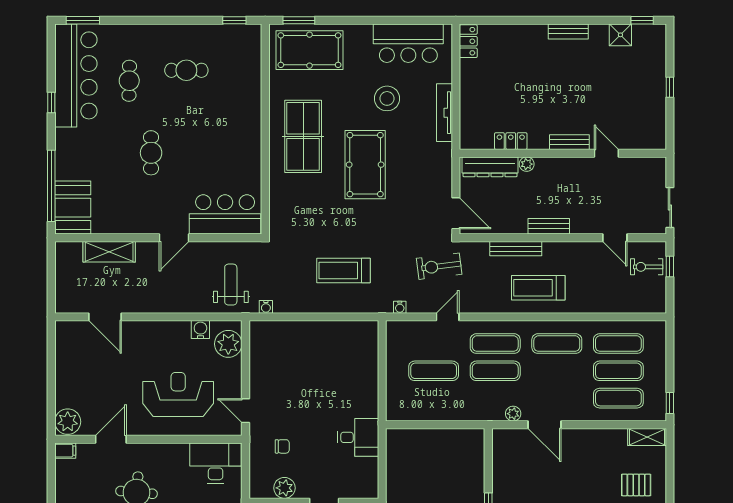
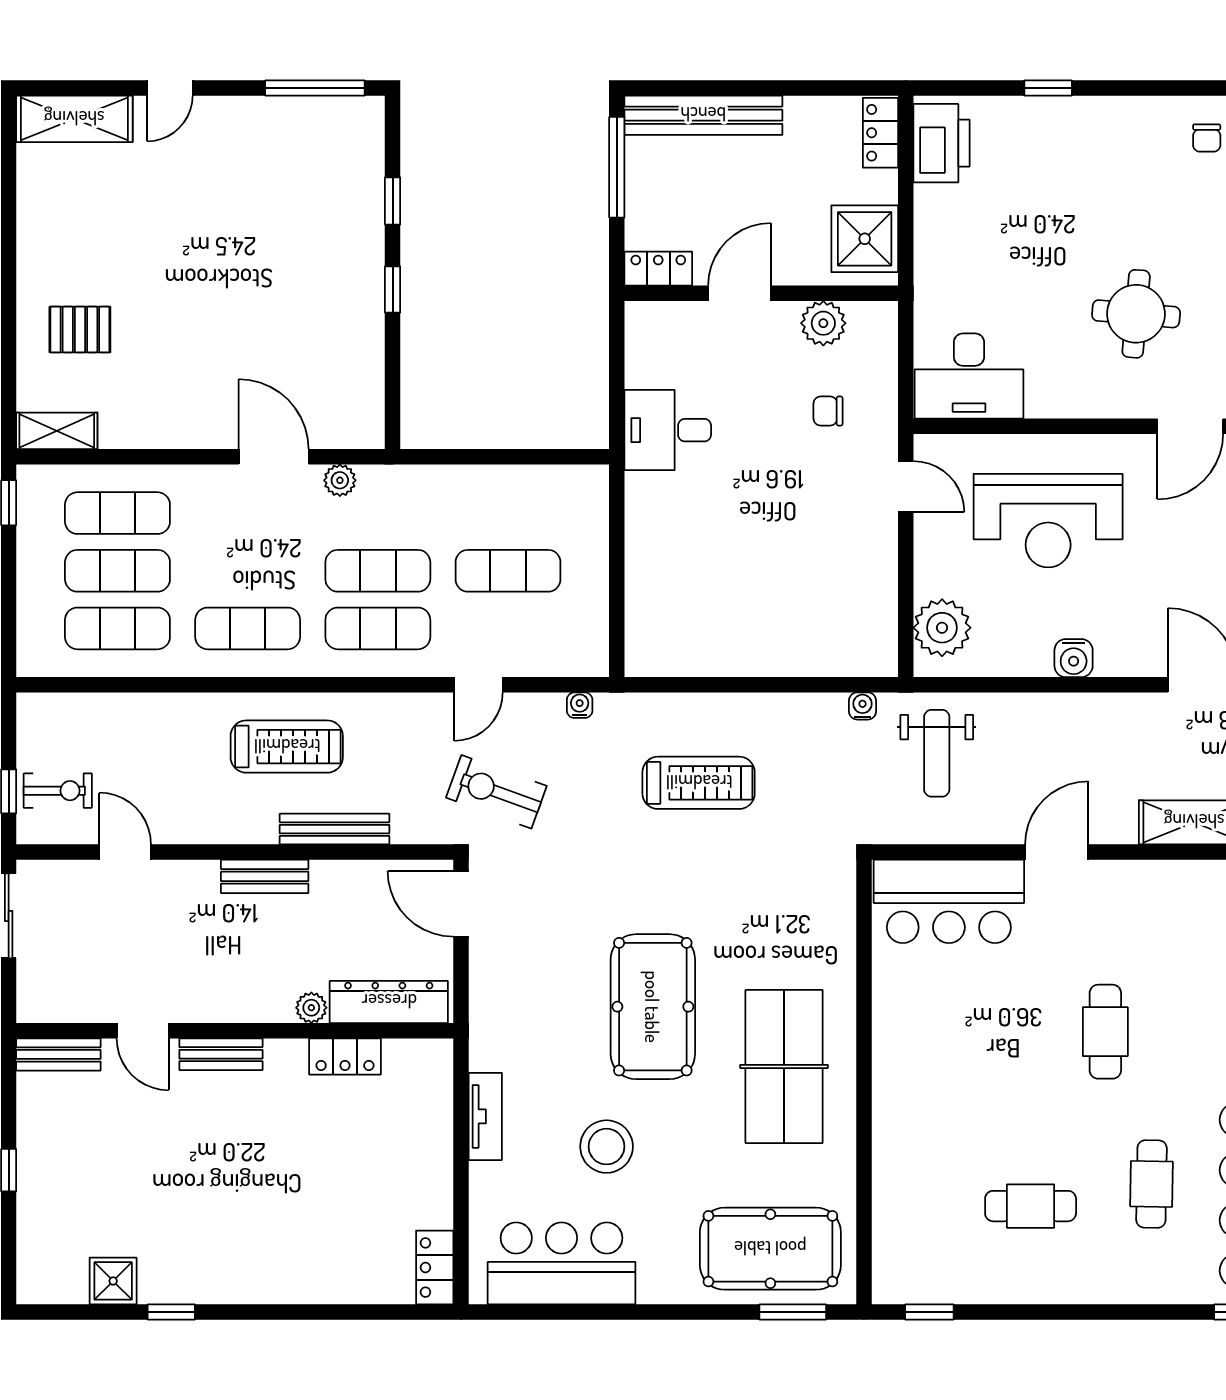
window: (642, 20) -> (171, 1312), moved
bench: (568, 31) -> (58, 1054), moved
tv unit: (444, 113) -> (485, 1116), width x0.71
exercise bike: (439, 266) -> (496, 792), turned -153
water cooler: (200, 330) -> (1074, 658), moved

